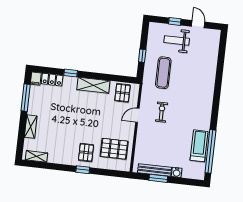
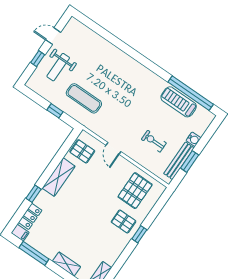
exercise bike: (162, 112) -> (154, 141), moved

